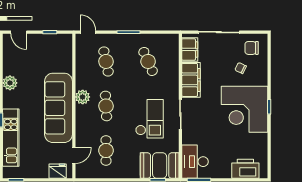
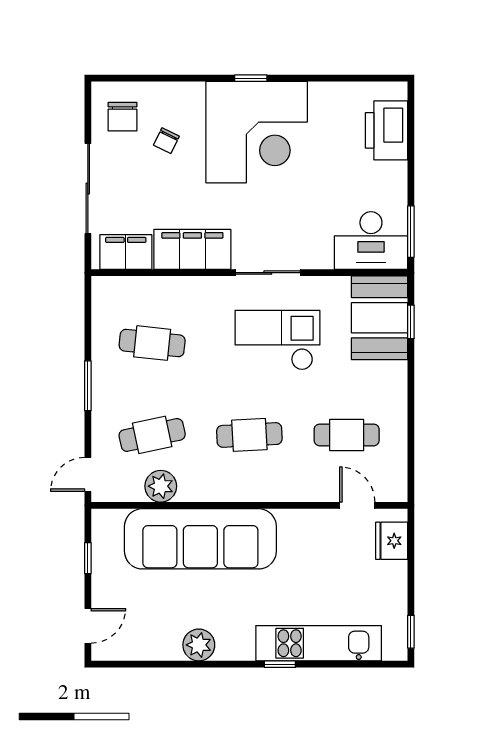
cafe table: (148, 61) -> (152, 343), turned 30
plant: (83, 97) -> (161, 486), moved
sofa: (58, 108) -> (200, 539), moved

